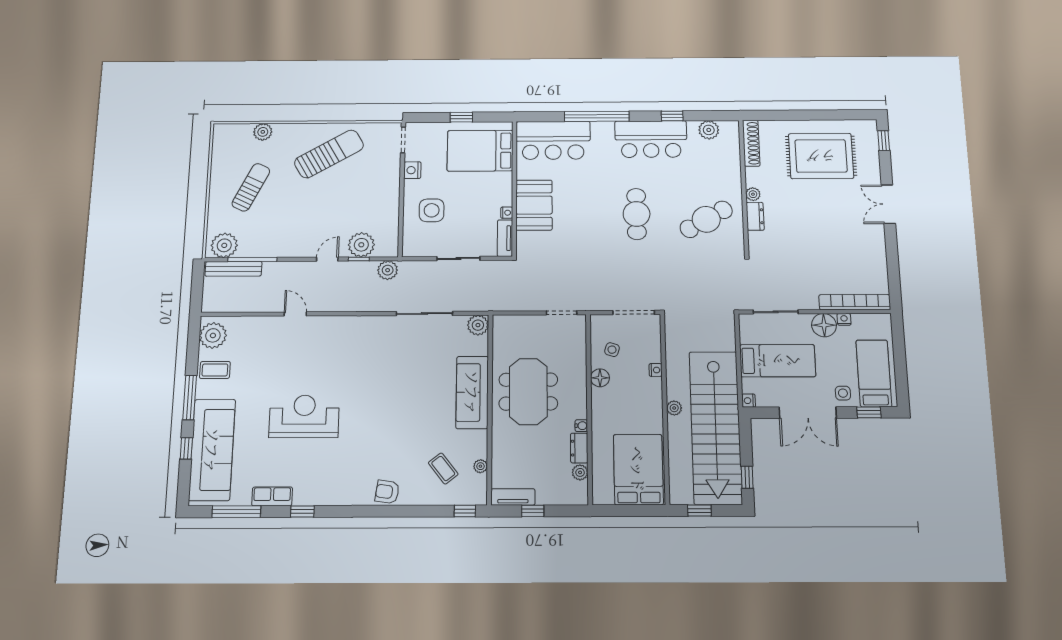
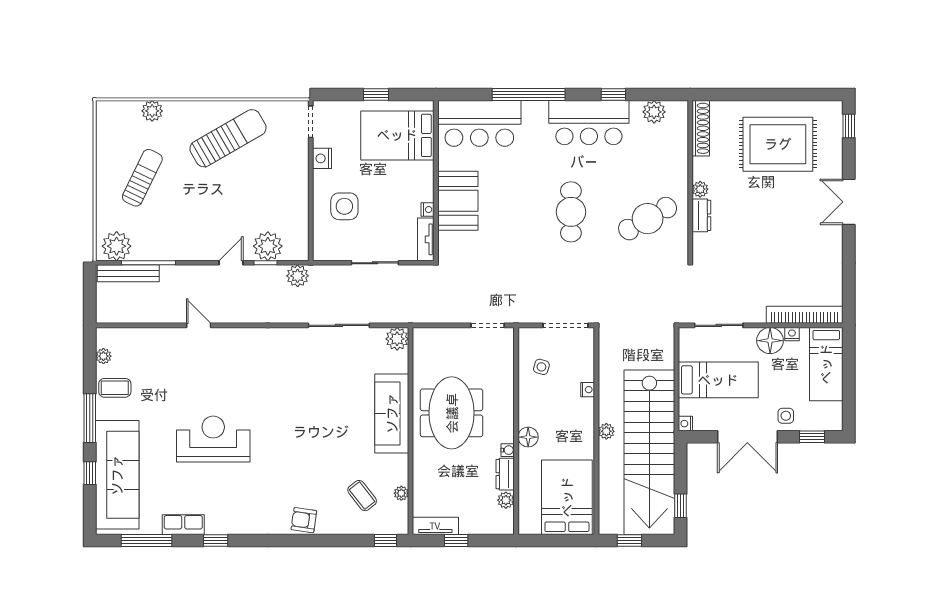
plant: (213, 335) -> (103, 356), width x0.53, depth x0.53
bed: (874, 373) -> (826, 364), moved, turned 180
floor lamp: (600, 378) -> (528, 437), moved

